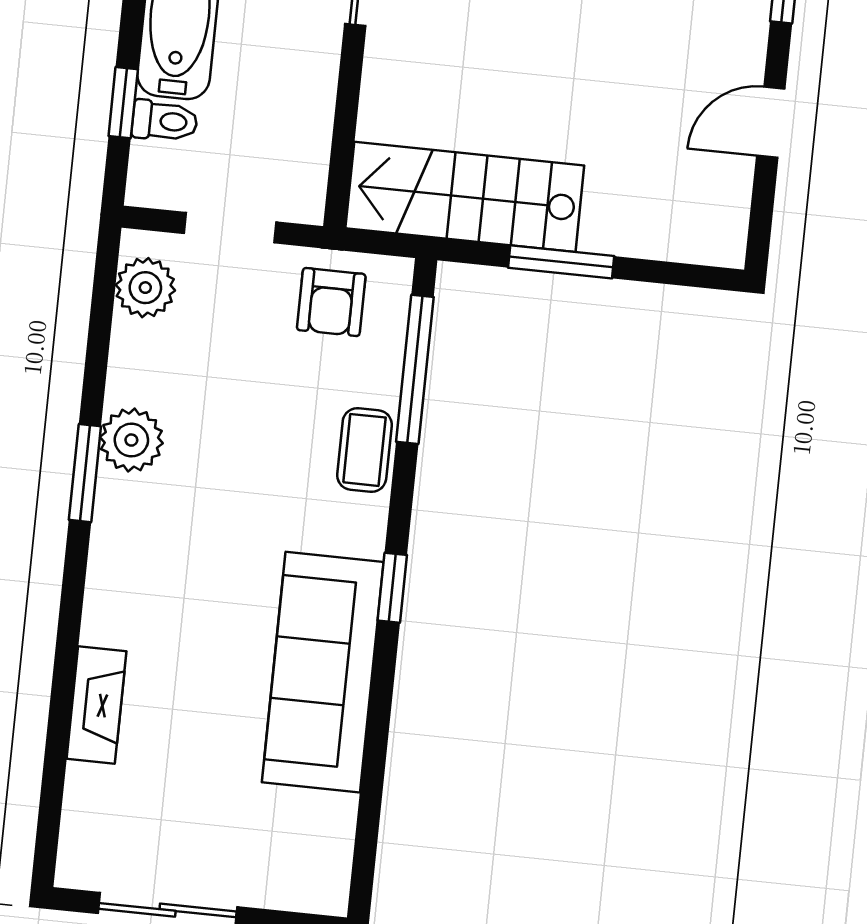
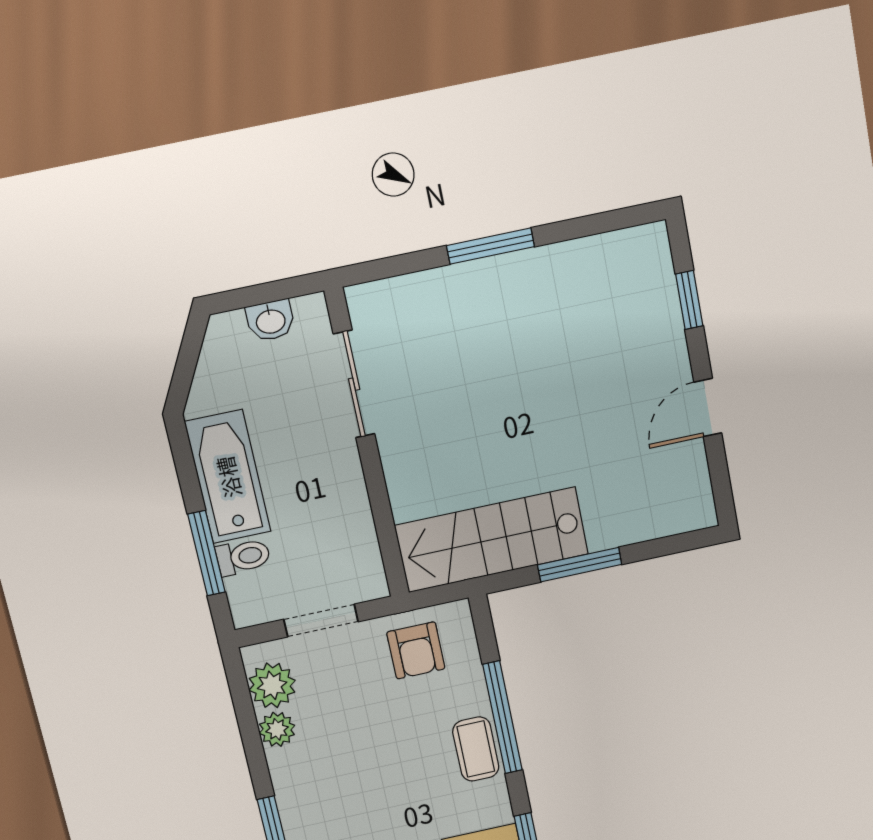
window: (123, 103) -> (206, 553), width x1.50
window: (415, 369) -> (502, 717), moved
plant: (131, 440) -> (277, 729), moved, width x0.73, depth x0.73

